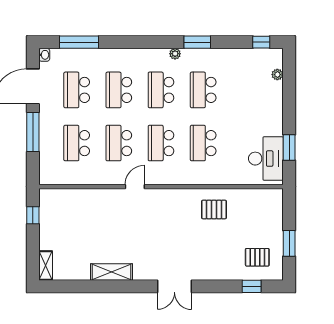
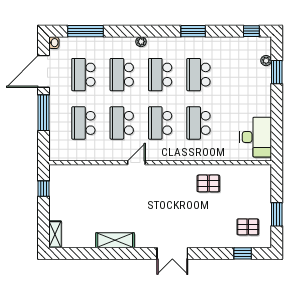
plant: (175, 54) -> (141, 42), moved
window: (289, 148) -> (277, 72), moved

